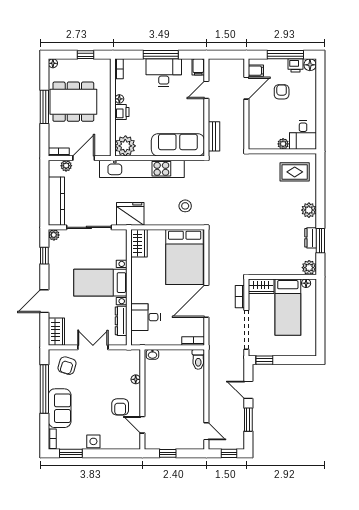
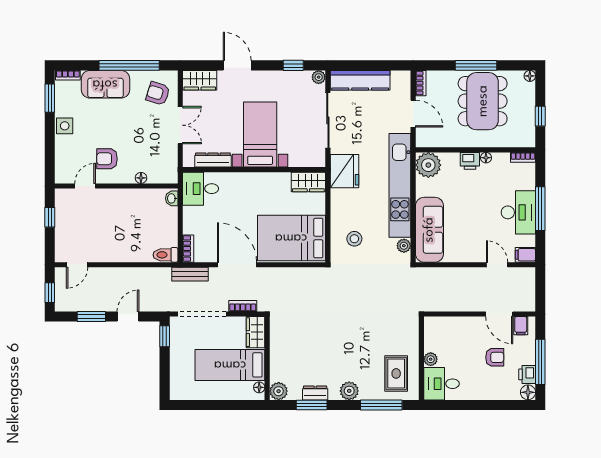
bench: (214, 136) -> (190, 274), moved
plant: (66, 166) -> (404, 246), moved
window: (320, 184) -> (381, 405), added
desk: (146, 317) -> (201, 189), moved, turned -90

